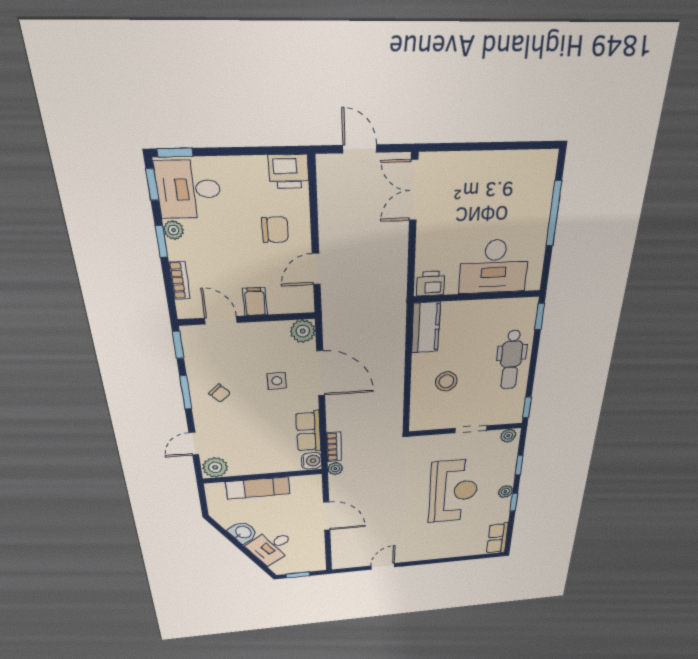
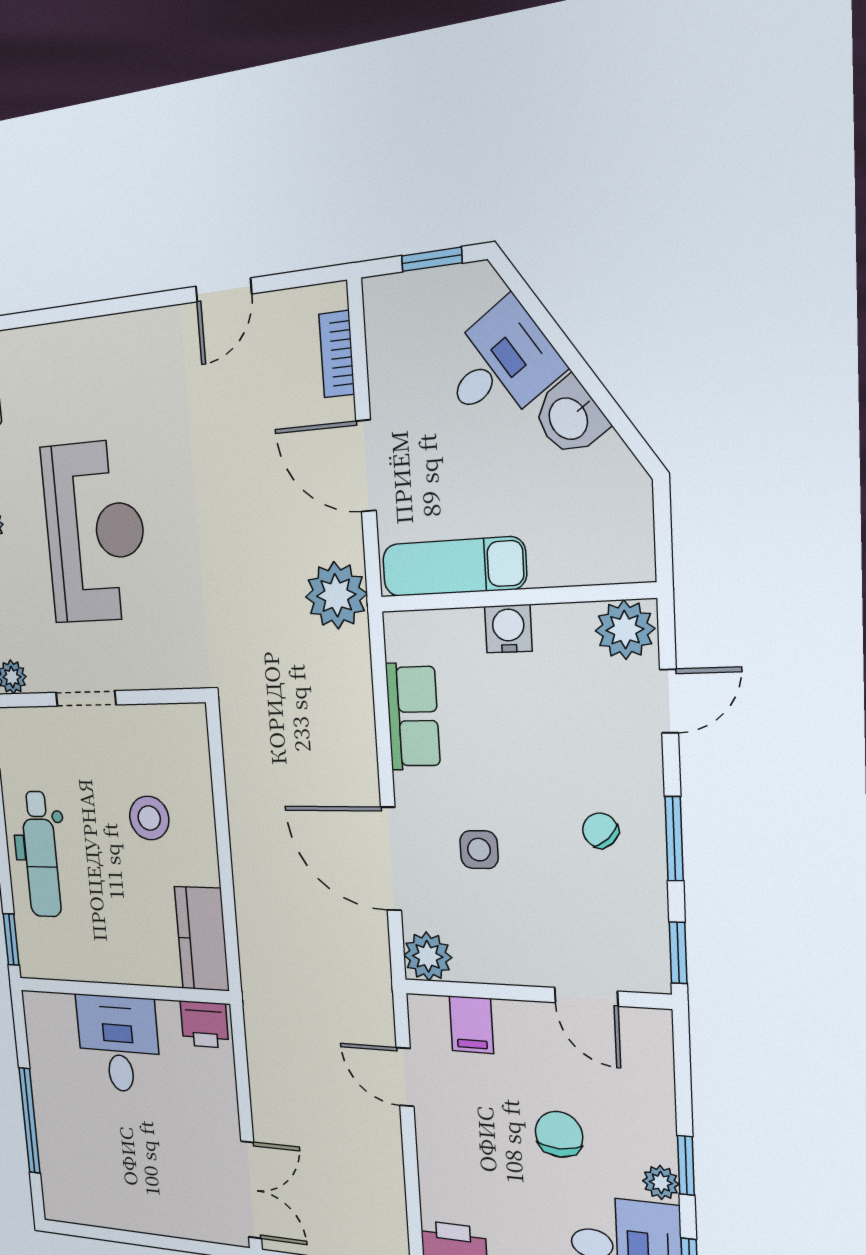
chair: (275, 230) -> (559, 1134), moved, turned 90
desk: (494, 267) -> (118, 1044), width x0.73
door: (316, 269) -> (405, 1077), swing flipped
bookcase: (180, 281) -> (660, 1087), removed
filing cabinet: (255, 302) -> (471, 1025), moved
dental chair: (511, 360) -> (41, 854), turned 180
bookcase: (334, 447) -> (337, 354), moved
water cooler: (312, 461) -> (508, 629), moved, turned 90
plant: (335, 469) -> (336, 595), width x1.87, depth x1.87
exam couch: (258, 488) -> (454, 567), moved
reception desk: (453, 491) -> (95, 532), turned 180

